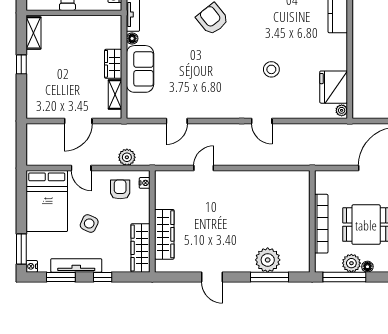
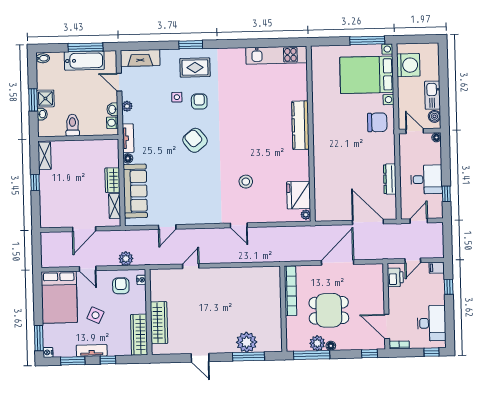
sofa: (140, 69) -> (135, 191), width x1.36
bookcase: (321, 224) -> (290, 291), moved
tv unit: (76, 265) -> (92, 351), width x0.71

